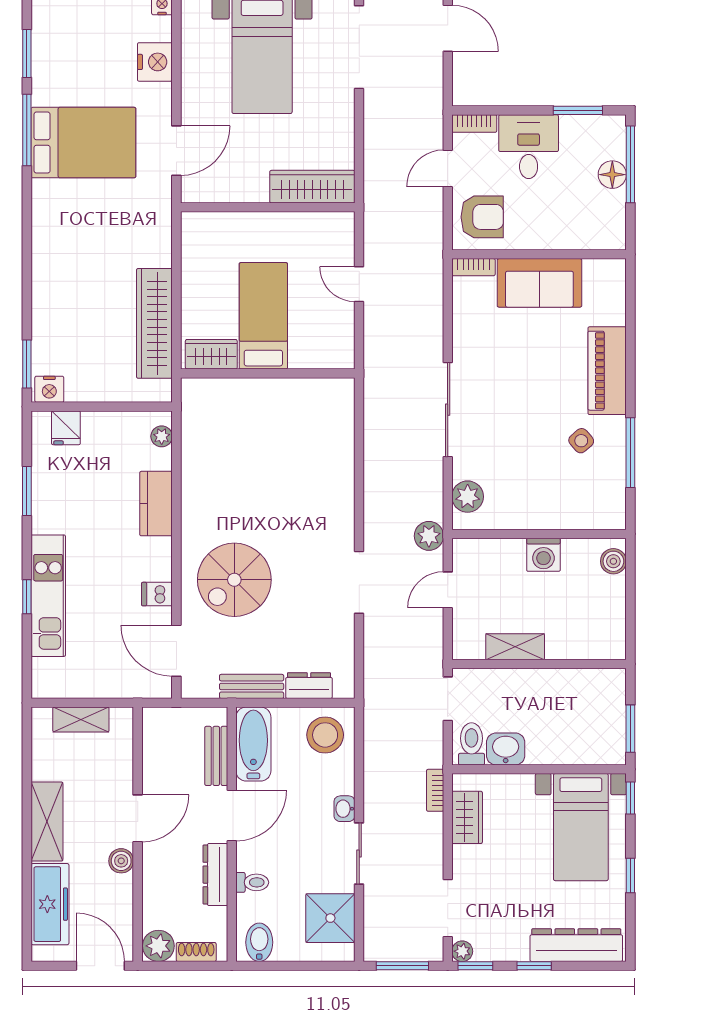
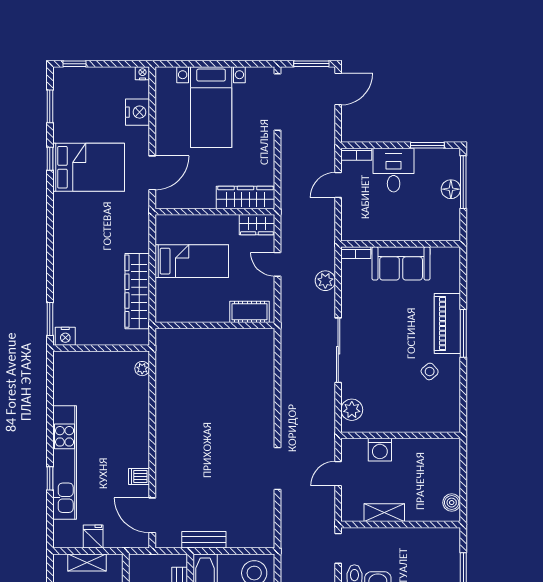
door: (448, 28) -> (338, 89), hinge flipped
window: (27, 130) -> (50, 159), width x0.46
armchair: (482, 217) -> (362, 218), removed
bed: (263, 316) -> (192, 261), moved, turned 90
wardrobe: (211, 354) -> (257, 225), moved, turned 180
cot: (318, 354) -> (250, 312), added
fridge: (66, 428) -> (93, 536), moved, turned 180
window: (630, 453) -> (463, 333), moved
window: (27, 491) -> (50, 406), removed
kitchen counter: (156, 504) -> (138, 415), removed
plant: (429, 536) -> (325, 281), moved
washing machine: (543, 555) -> (380, 450), moved
boiler: (613, 561) -> (452, 503), moved
spiral stairs: (234, 580) -> (192, 467), removed
kitchen unit: (48, 596) -> (65, 462), width x1.36
dresser: (309, 686) -> (243, 539), removed

